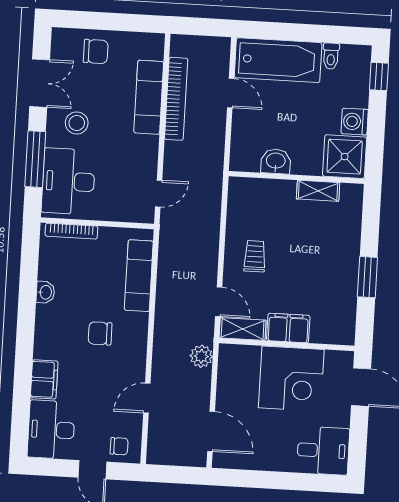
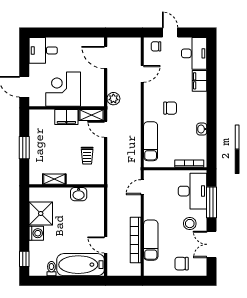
washbasin: (276, 161) -> (79, 194), moved
wall: (296, 177) -> (67, 186), moved
shelving: (318, 191) -> (54, 179), moved

